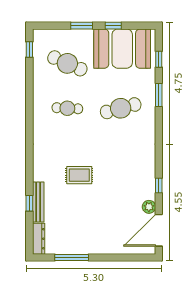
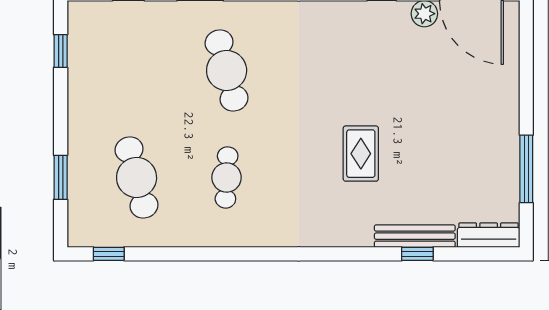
window: (82, 26) -> (61, 177), moved
window: (113, 26) -> (61, 51), moved
booth: (122, 49) -> (107, 67), removed
cafe table: (67, 63) -> (137, 177), turned -39

